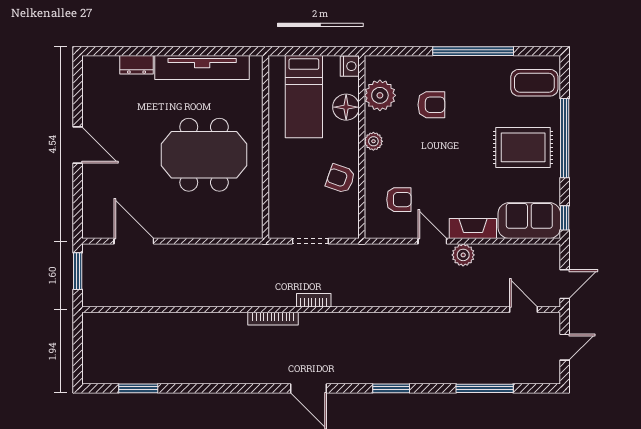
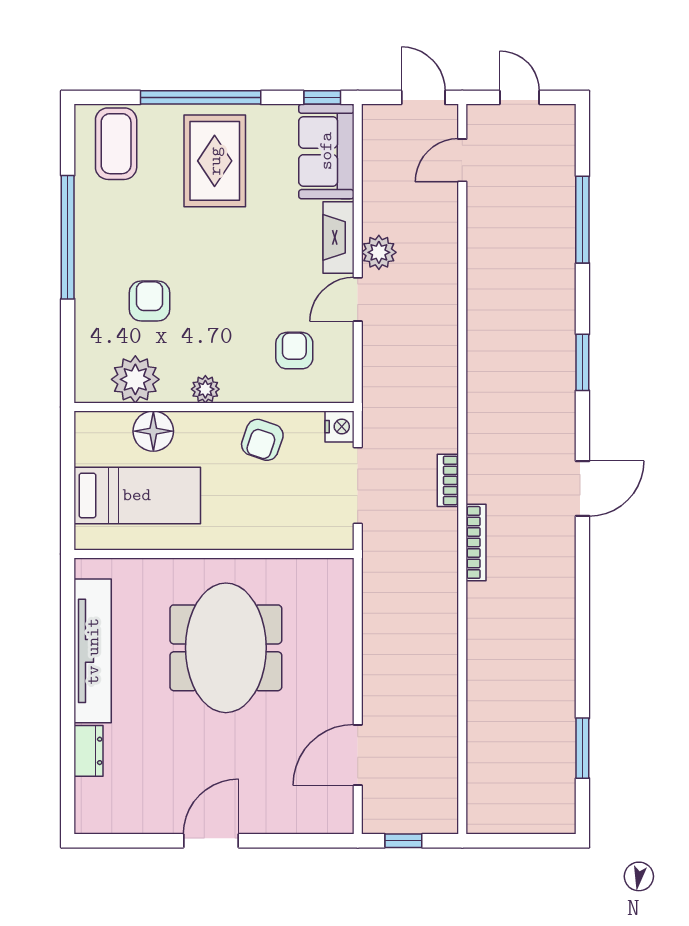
nightstand: (350, 66) -> (339, 427), moved, turned 90
doorway: (310, 241) -> (358, 486), width x1.38
window: (78, 271) -> (403, 841), width x0.67

